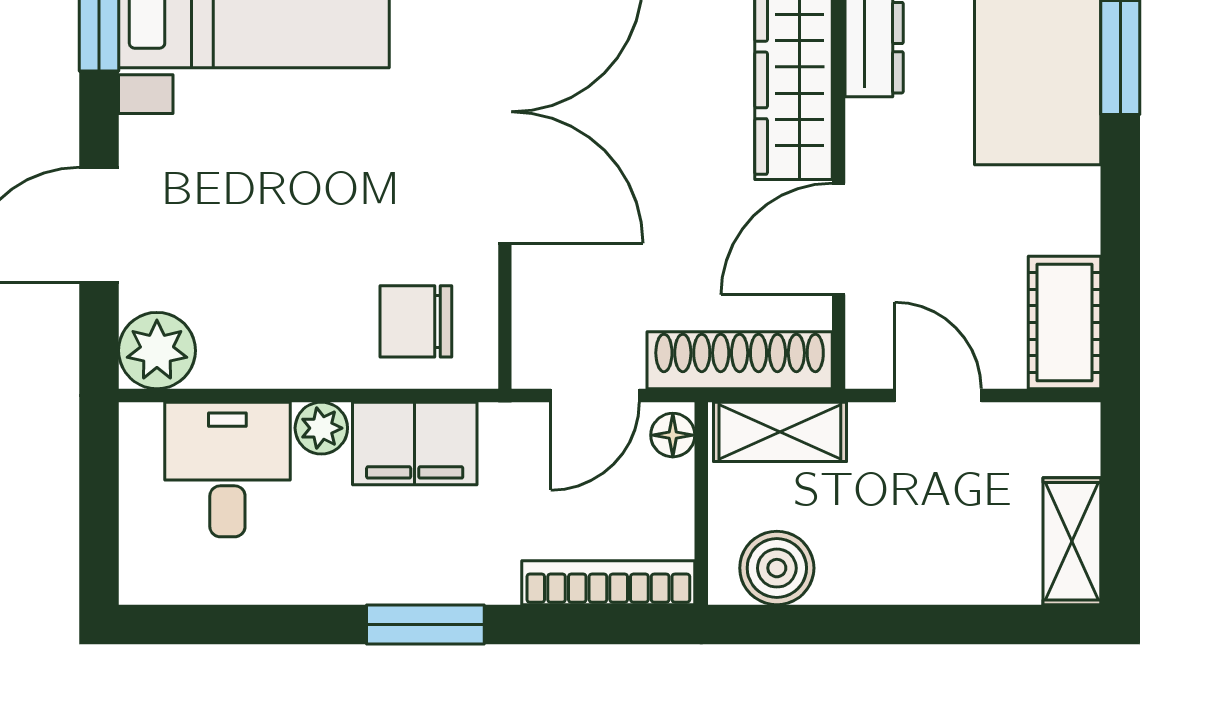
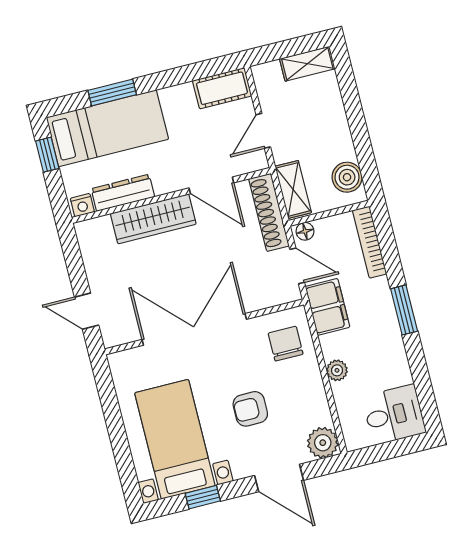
armchair: (281, 198) -> (250, 409), added
chair: (416, 321) -> (286, 344), turned 180
filing cabinet: (415, 443) -> (327, 307), moved
desk: (227, 469) -> (394, 415), moved, turned 180

